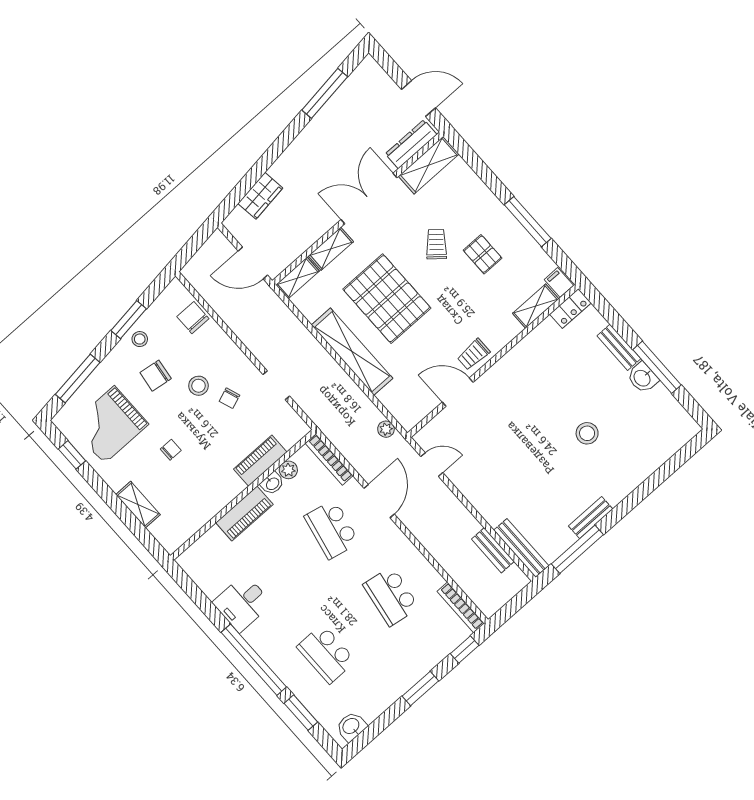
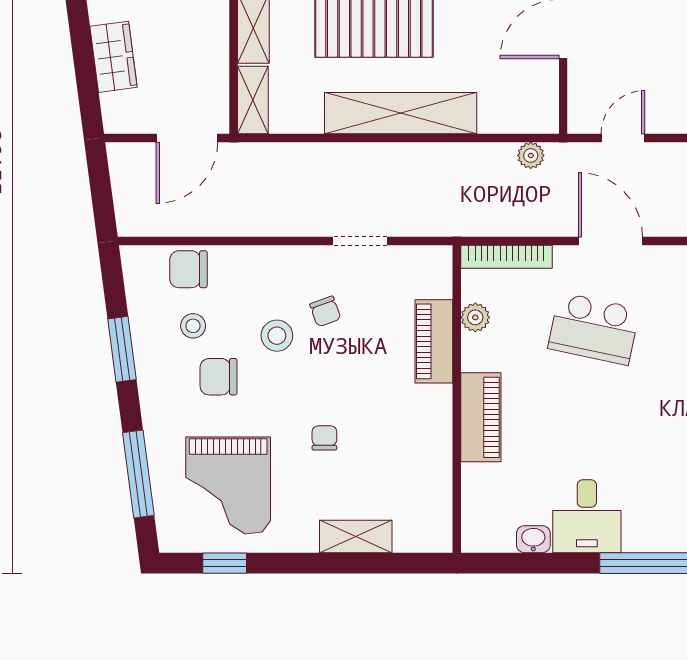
stool: (140, 339) -> (193, 326), moved
chair: (156, 376) -> (219, 377), turned 82
washbasin: (272, 483) -> (533, 539), moved, turned -90

